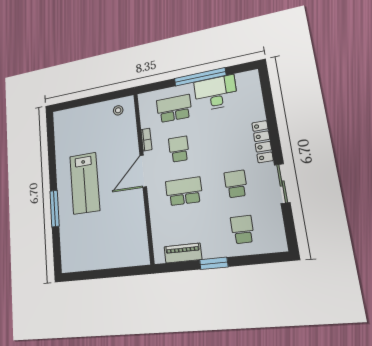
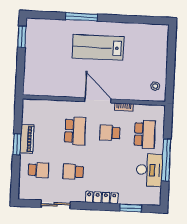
window: (269, 103) -> (131, 208), added
school desk: (179, 149) -> (110, 133), turned 180
sliding door: (282, 183) -> (56, 204), moved
school desk: (236, 184) -> (73, 172), turned 180
piano: (183, 253) -> (27, 139), moved
window: (83, 276) -> (22, 37), added

